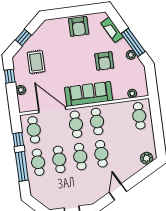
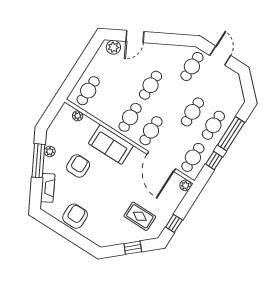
rug: (36, 62) -> (140, 216), turned 90
plant: (21, 90) -> (185, 185), moved
sofa: (89, 94) -> (111, 145), width x0.73
cafe table: (80, 157) -> (192, 66), moved
door: (118, 192) -> (135, 37), moved

